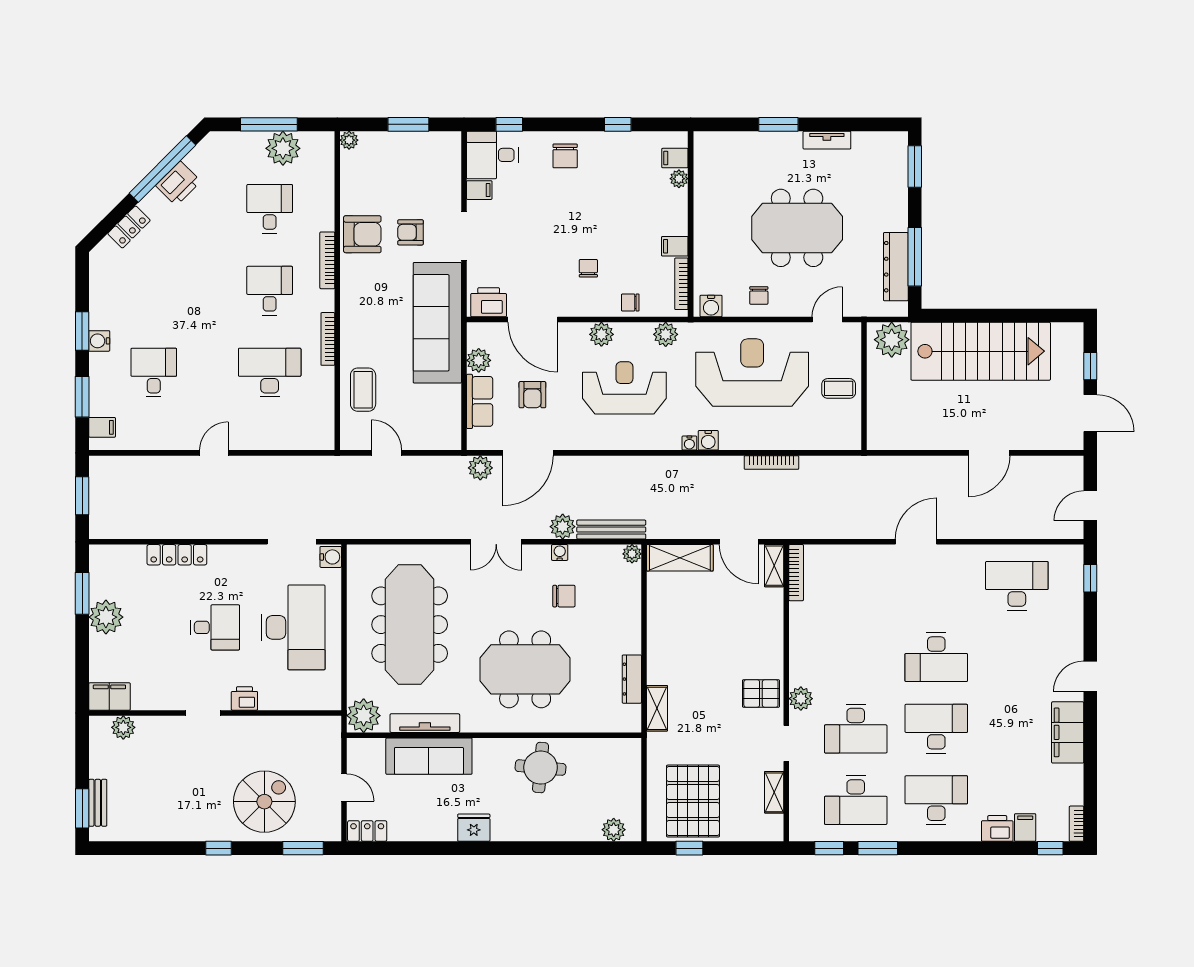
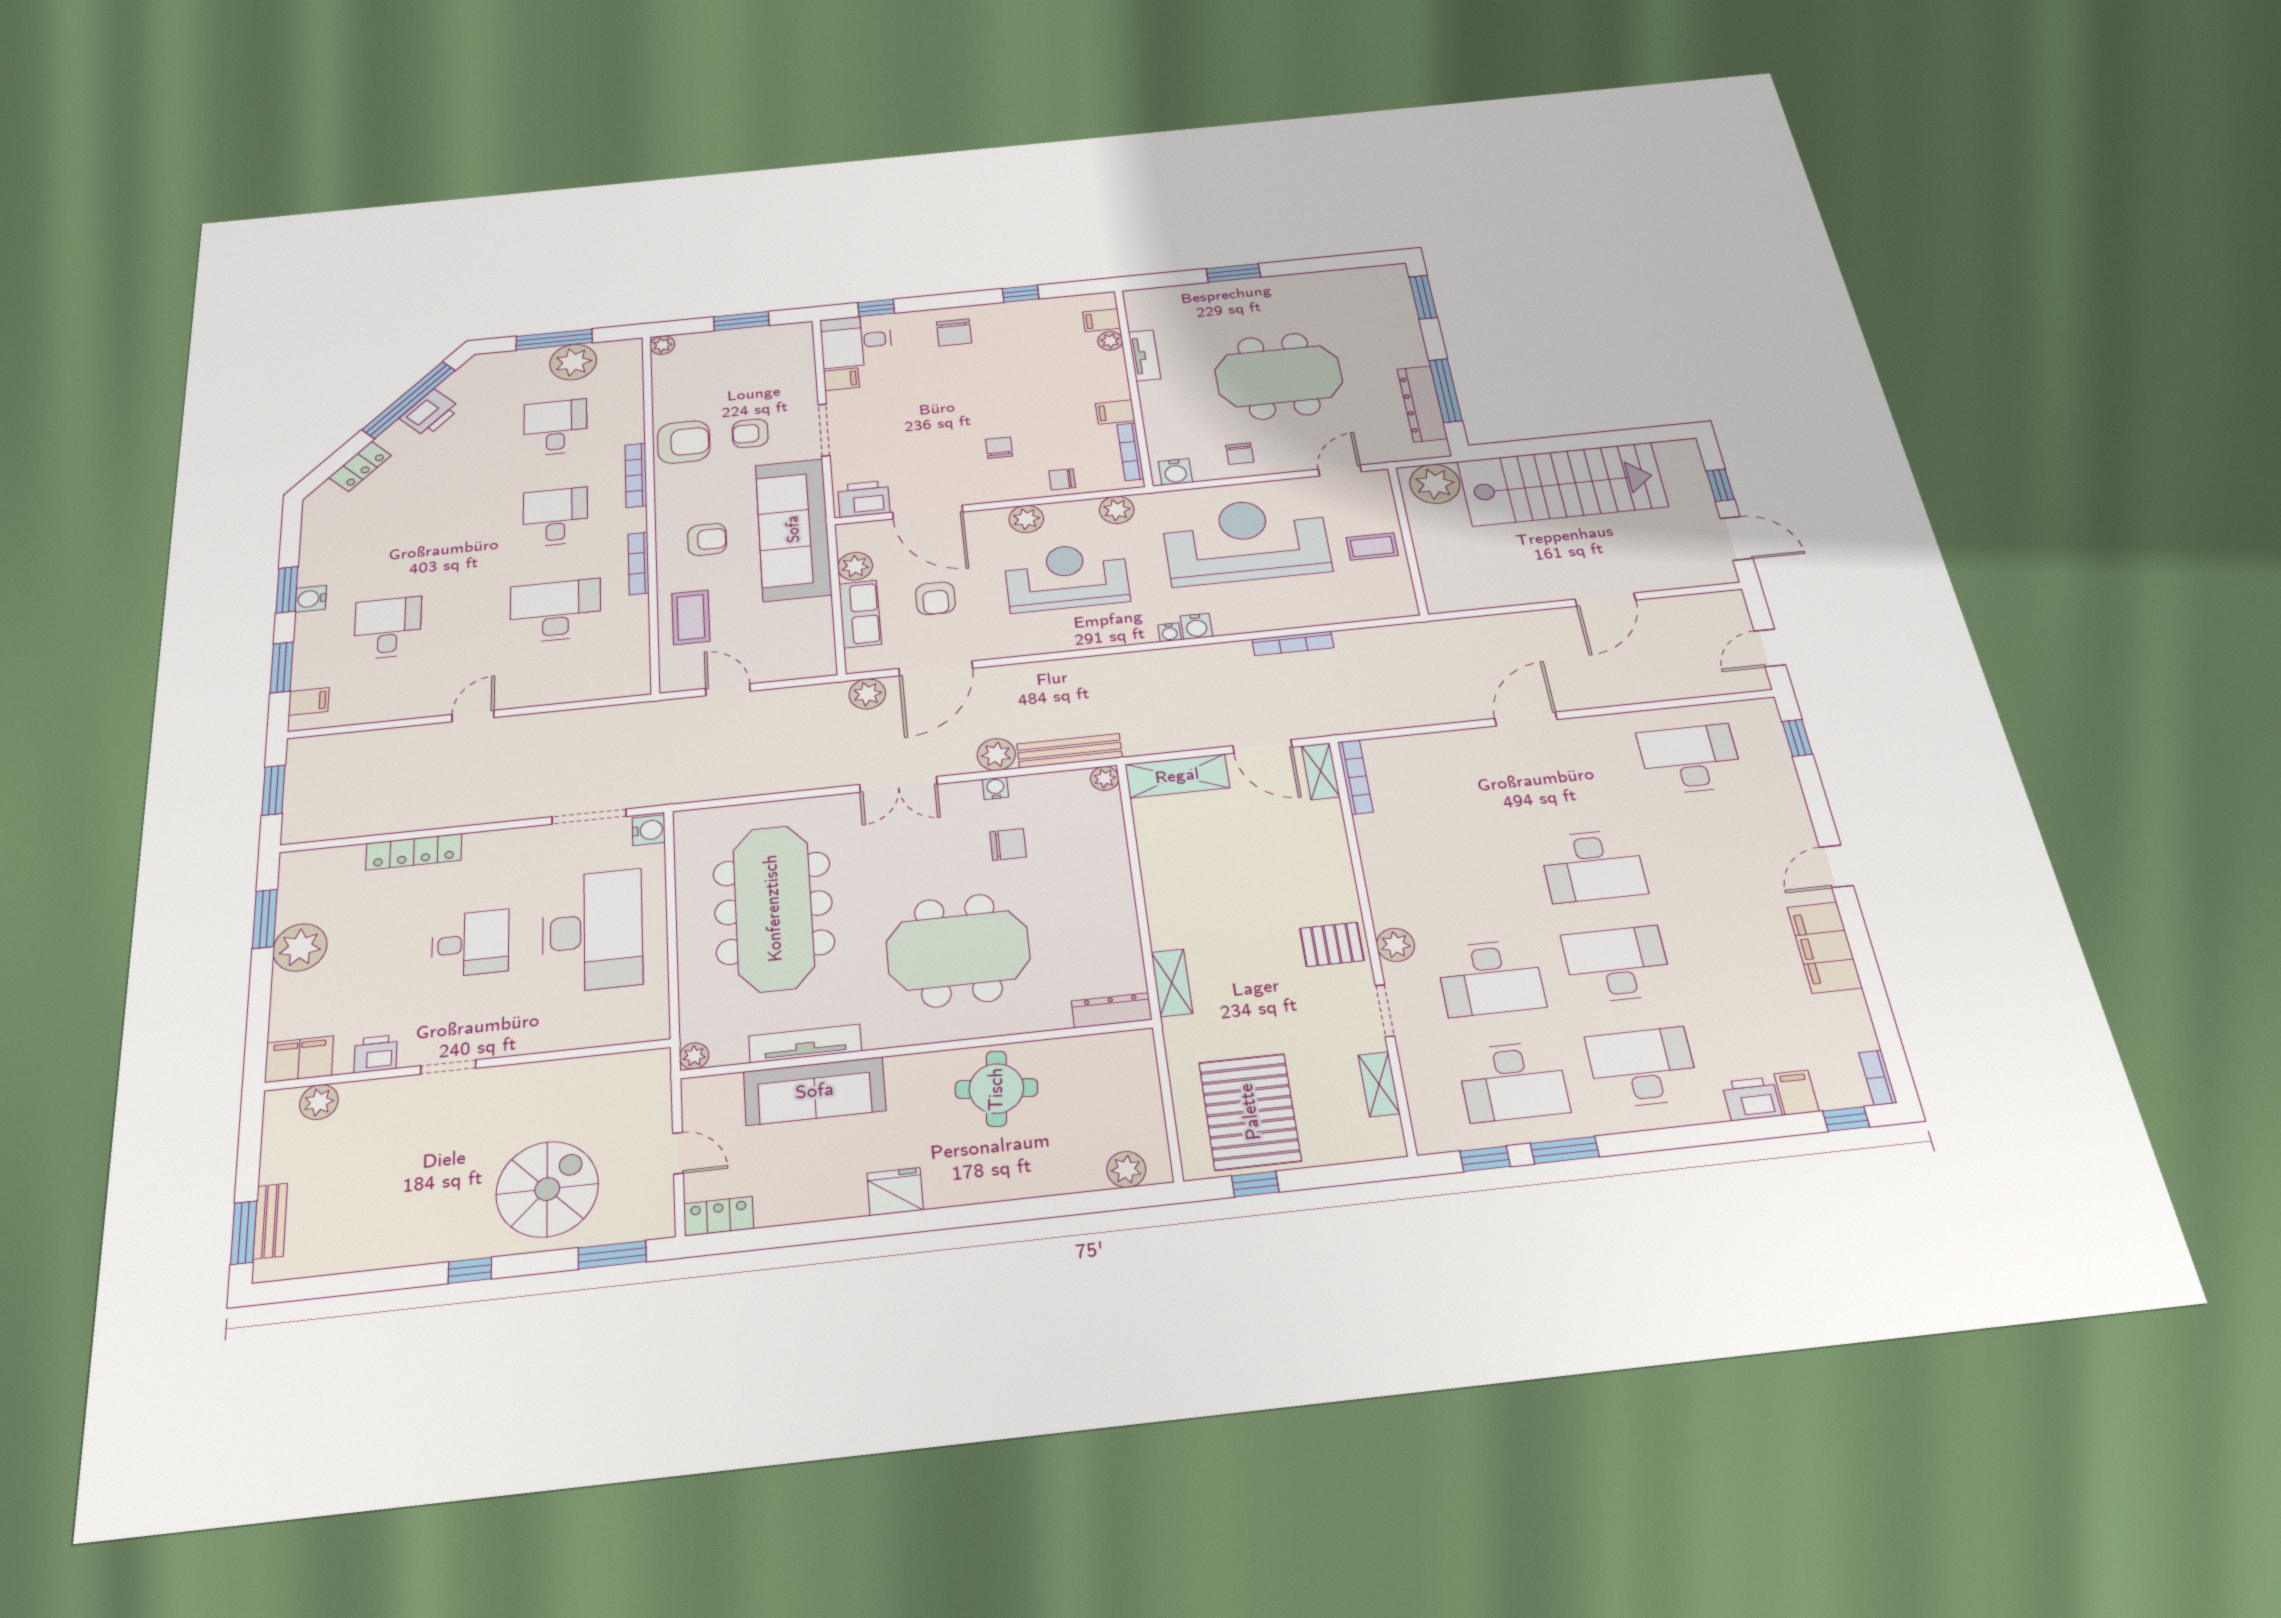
tv unit: (827, 140) -> (1145, 355), moved, turned -90
armchair: (376, 324) -> (707, 539), added
dresser: (632, 679) -> (1112, 1010), moved, turned 90
printer: (244, 698) -> (376, 1054), moved
plant: (364, 716) -> (694, 1056), width x0.53, depth x0.53

